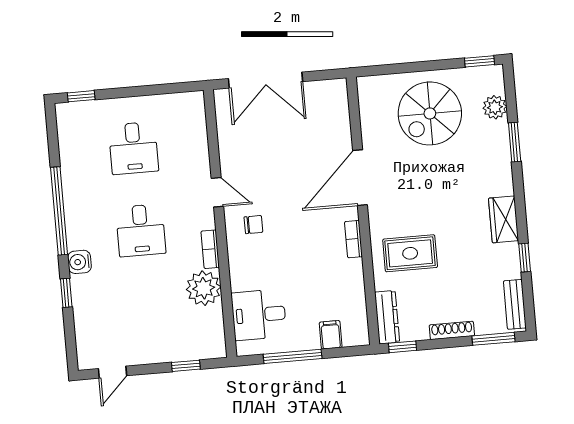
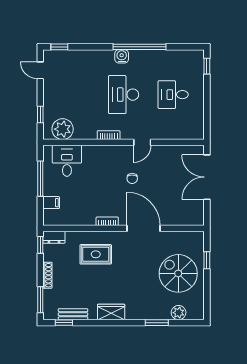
window: (479, 61) -> (207, 260), moved
chair: (253, 225) -> (132, 178), moved
desk: (141, 230) -> (124, 95), width x1.37
rug: (410, 253) -> (96, 254), turned 90
window: (525, 258) -> (64, 323), moved
water cooler: (79, 262) -> (122, 56), moved
plant: (204, 288) -> (63, 129), moved
window: (66, 293) -> (59, 47), moved
bench: (515, 304) -> (73, 314), moved
dresser: (387, 317) -> (54, 237), width x0.70

